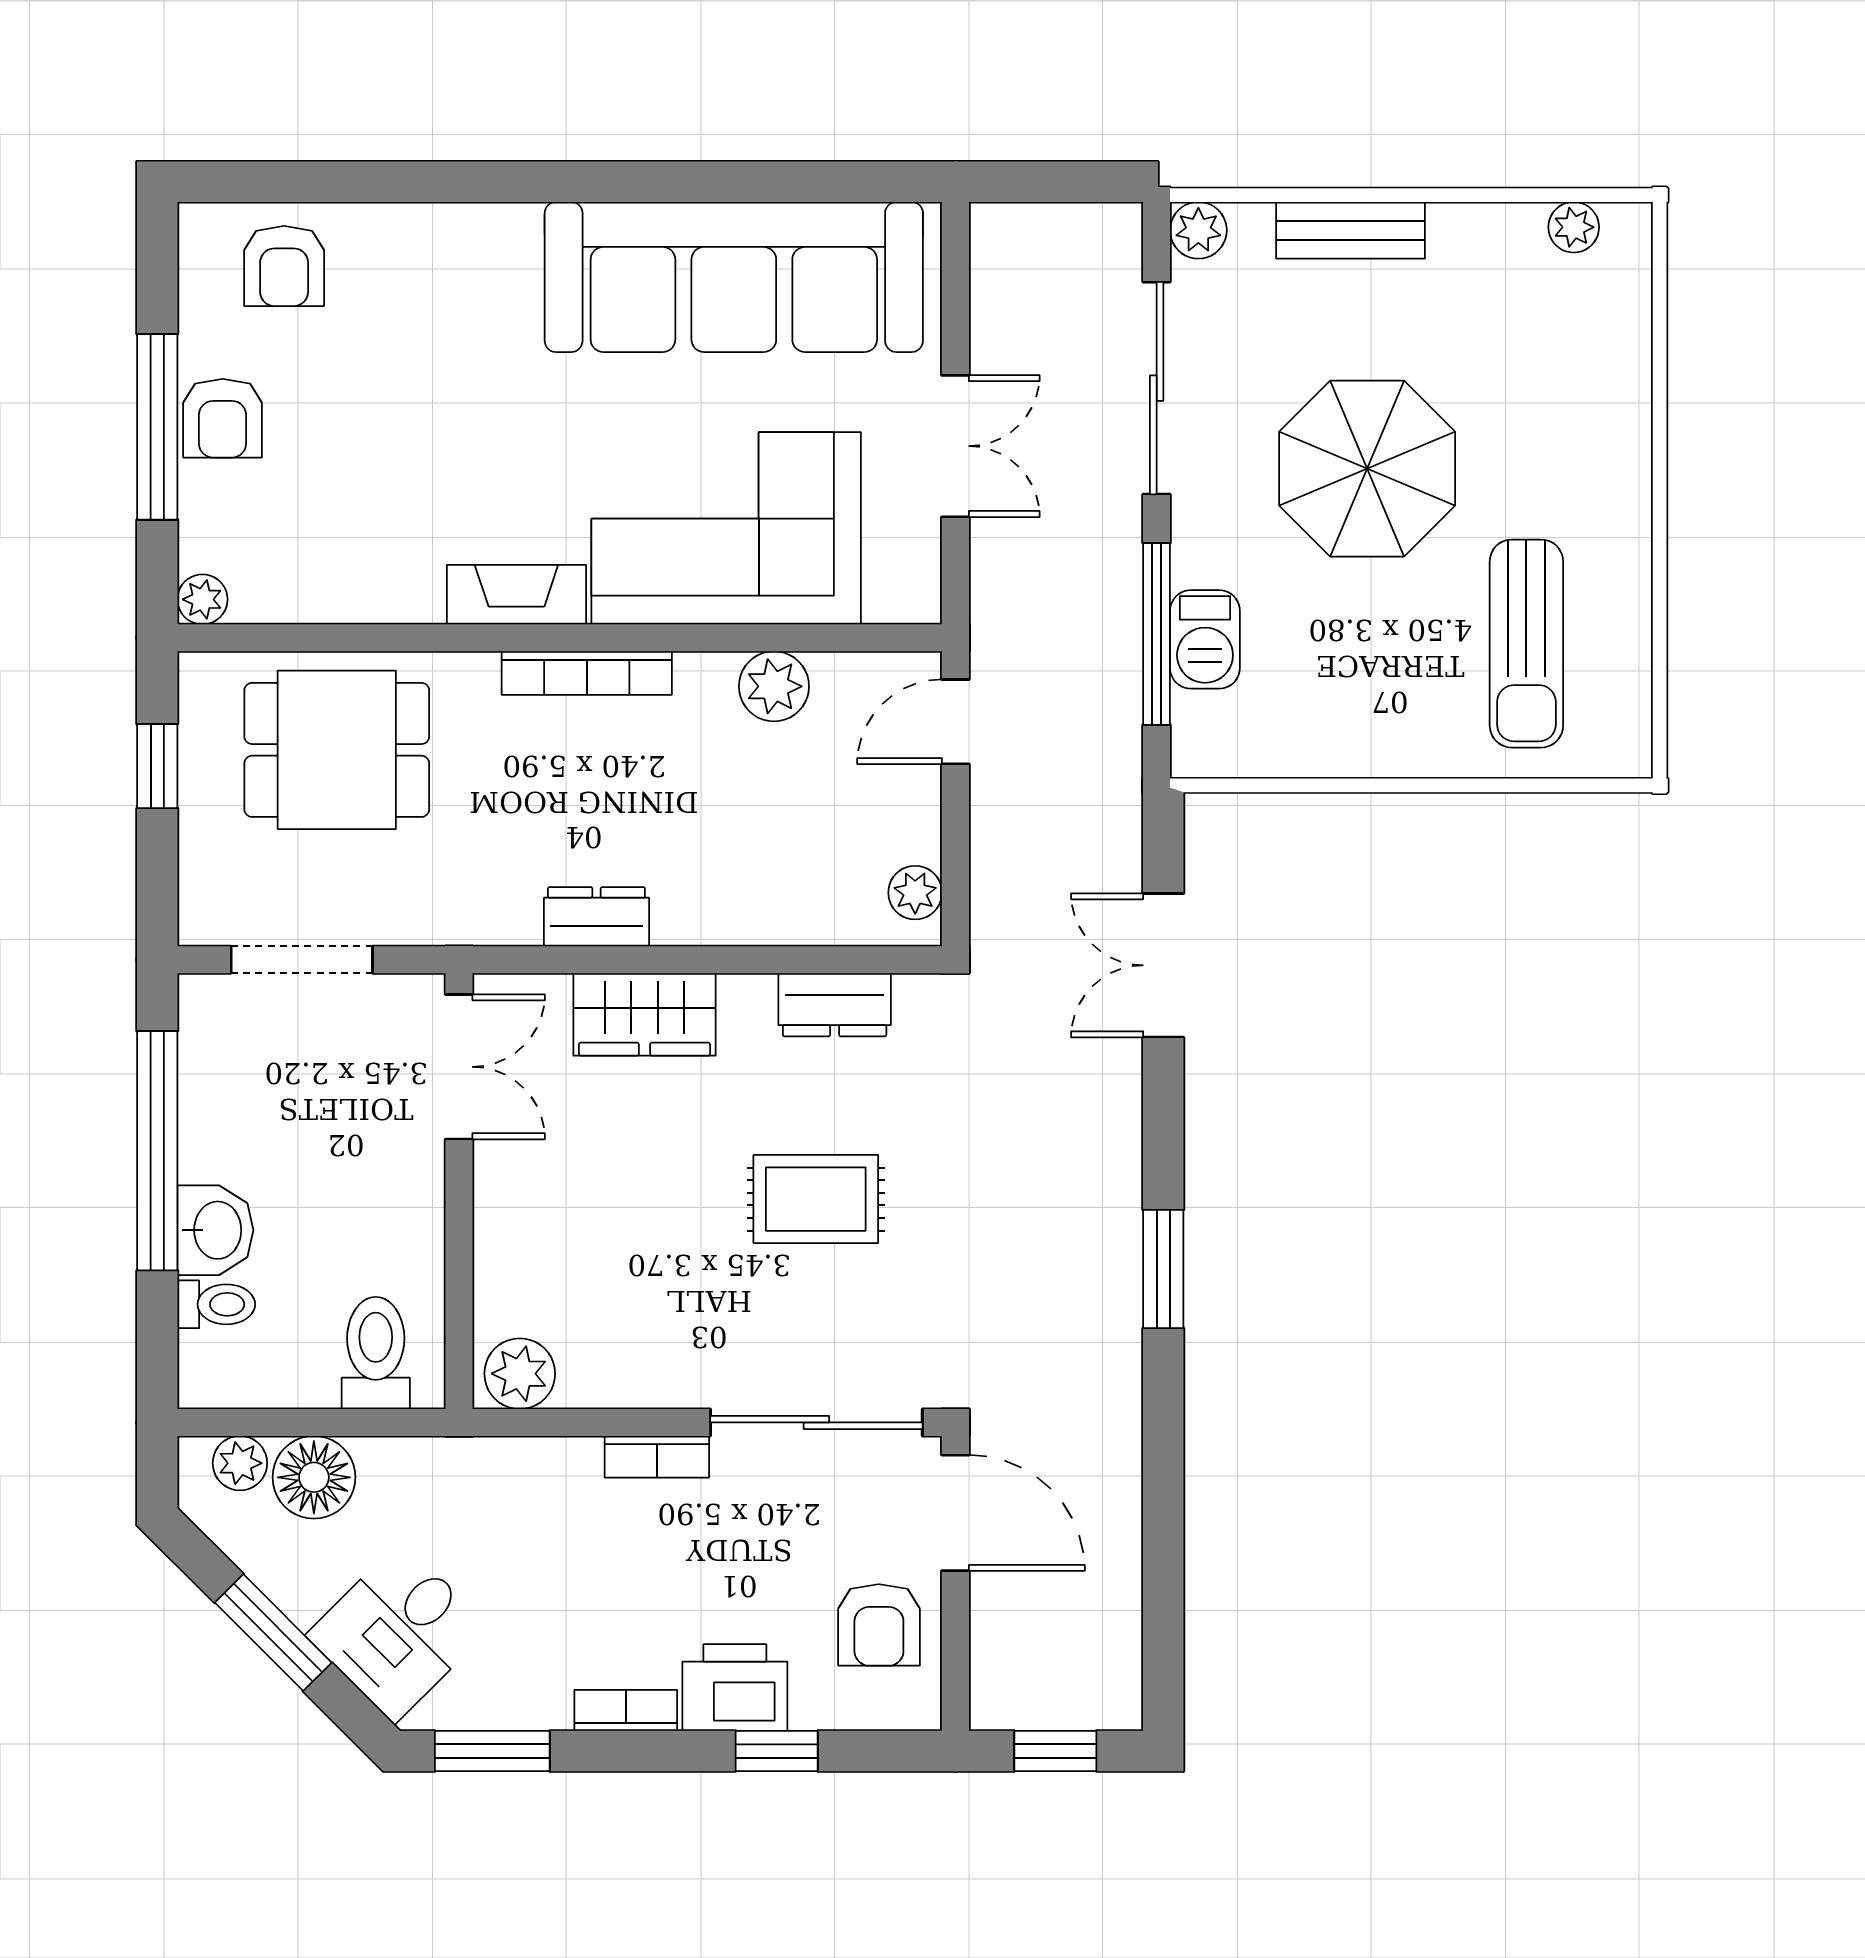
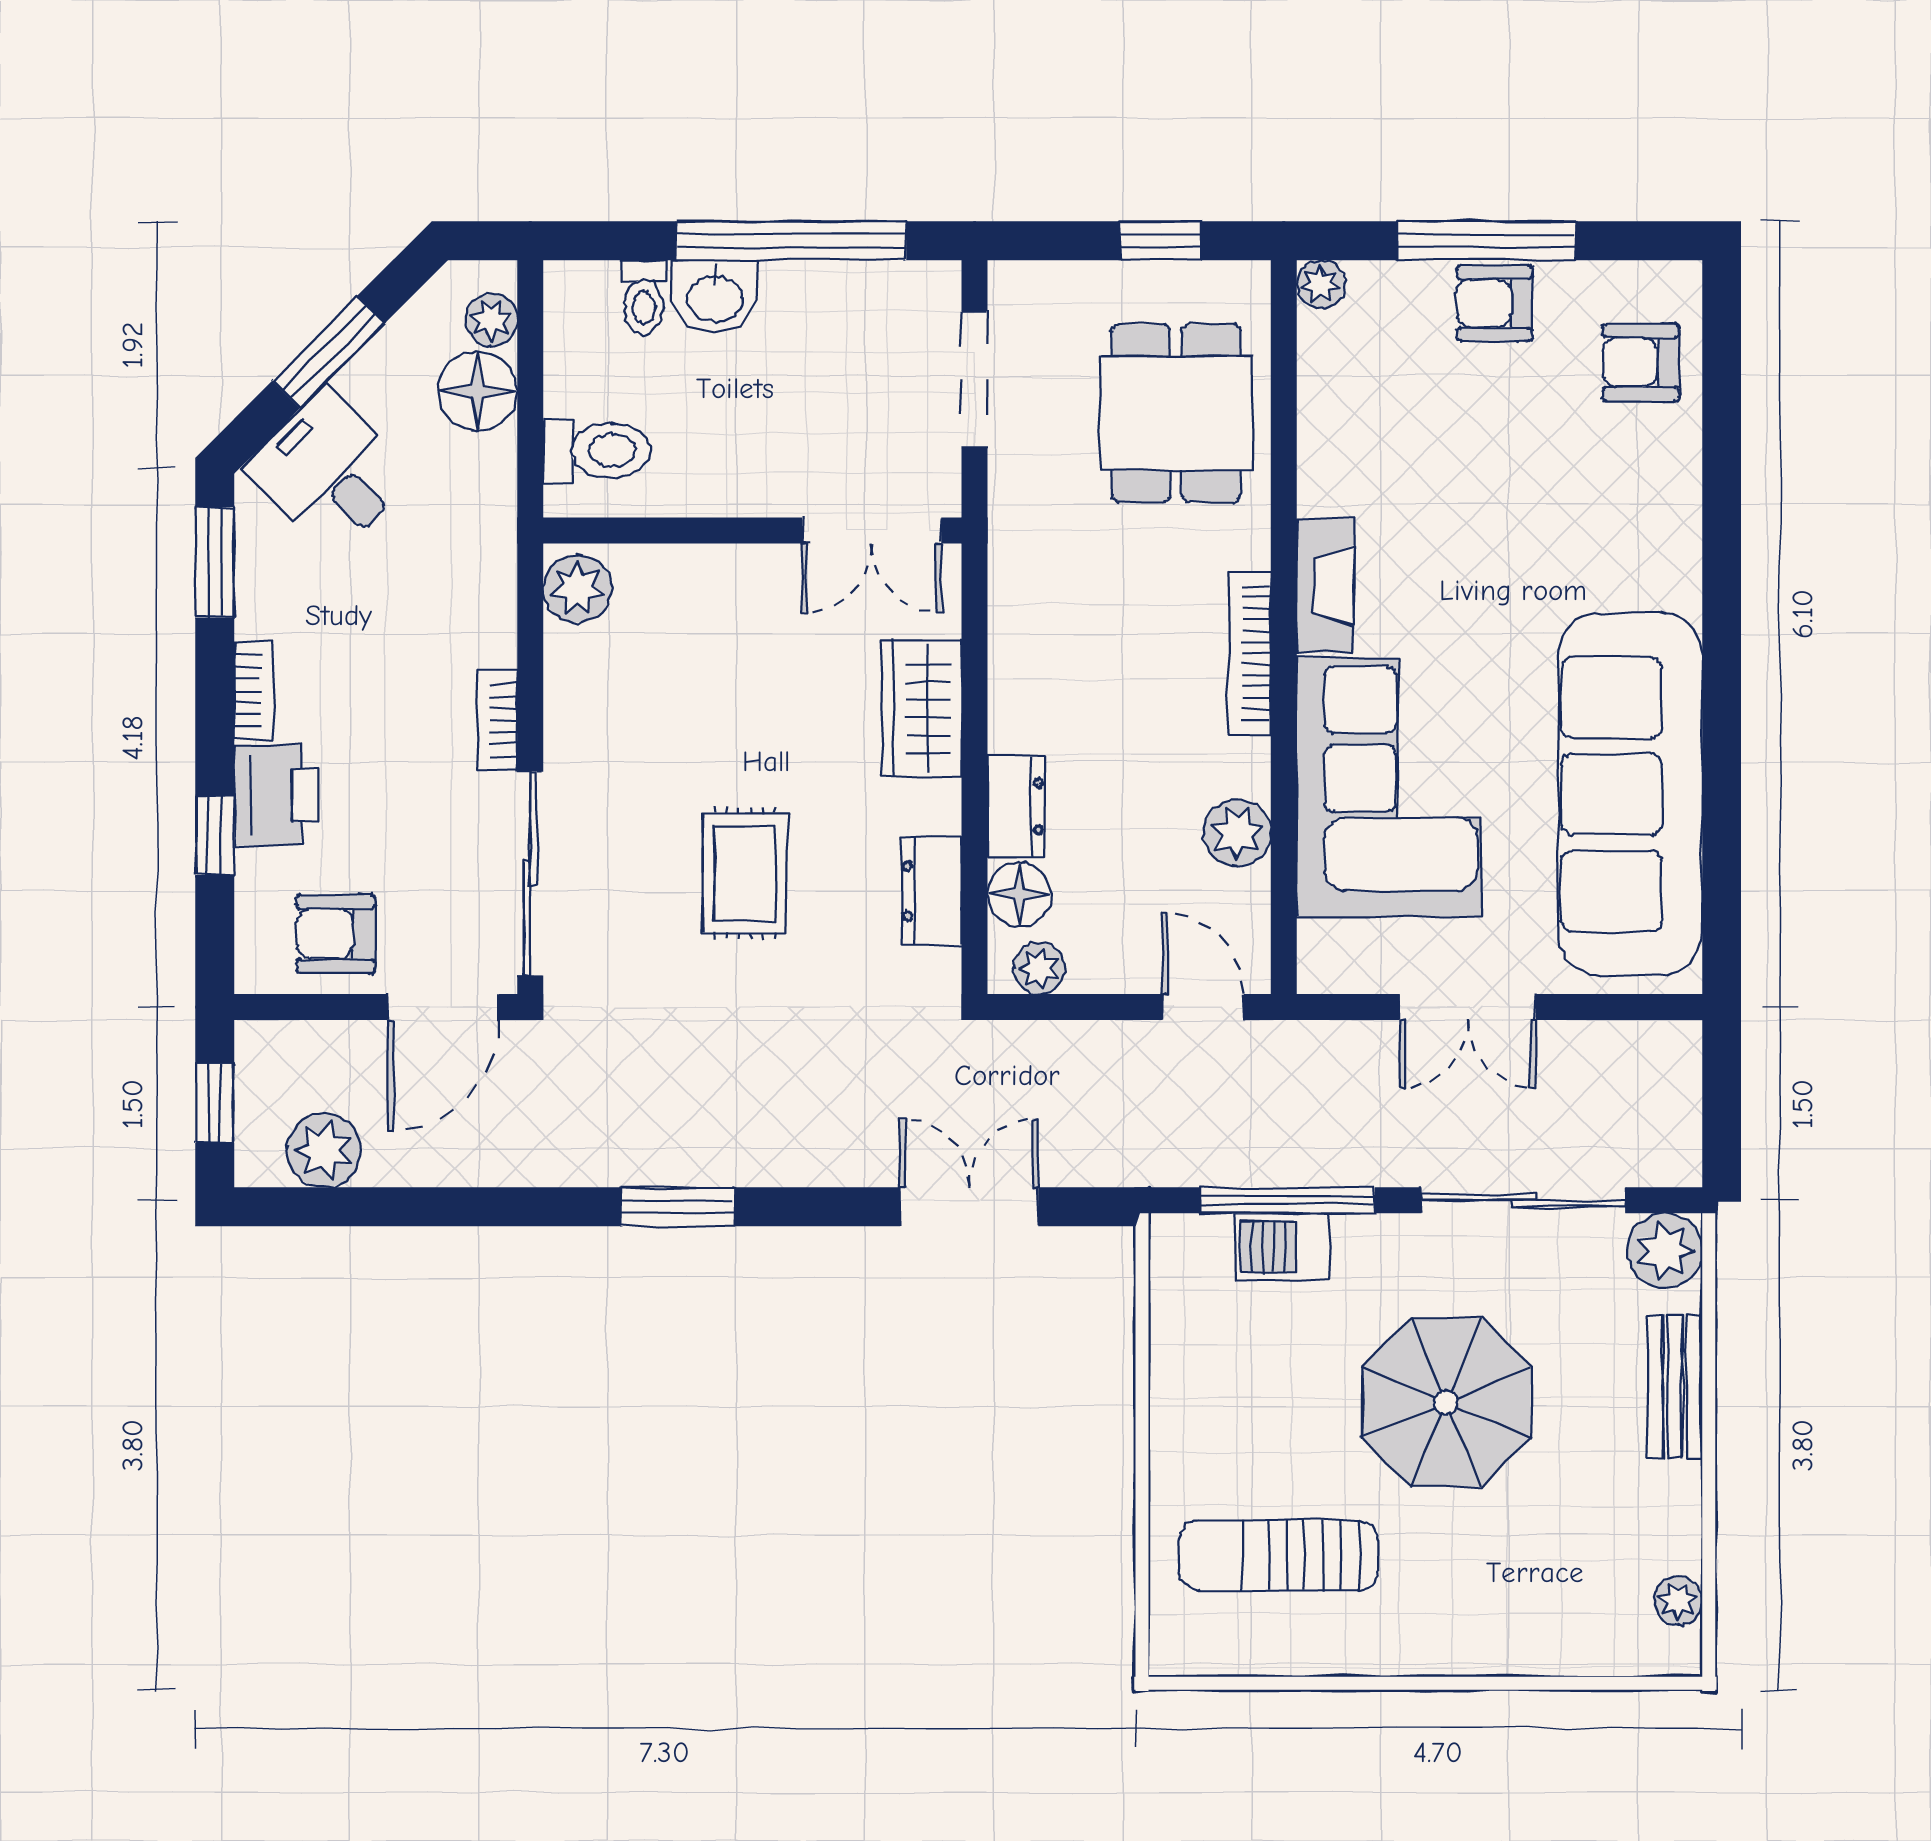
plant: (1198, 230) -> (1665, 1251), width x1.38, depth x1.38
floor lamp: (838, 913) -> (1020, 894), added
dresser: (596, 917) -> (1016, 807), moved
plant: (1104, 1637) -> (324, 1150), added

